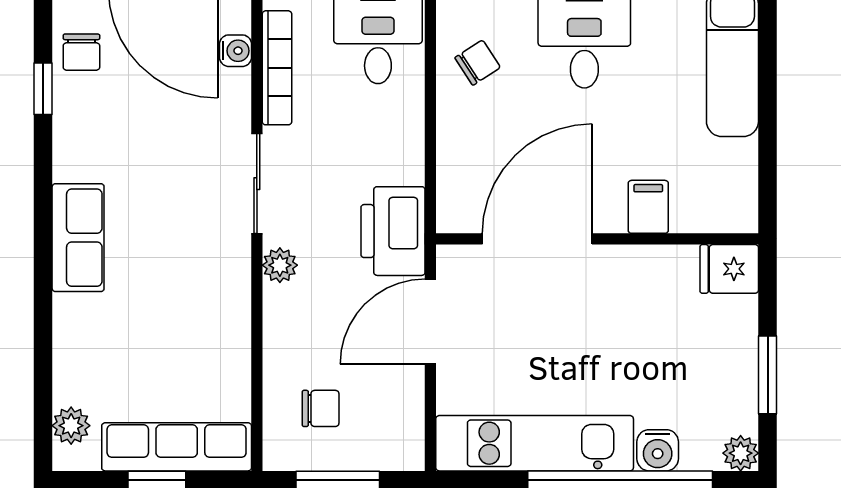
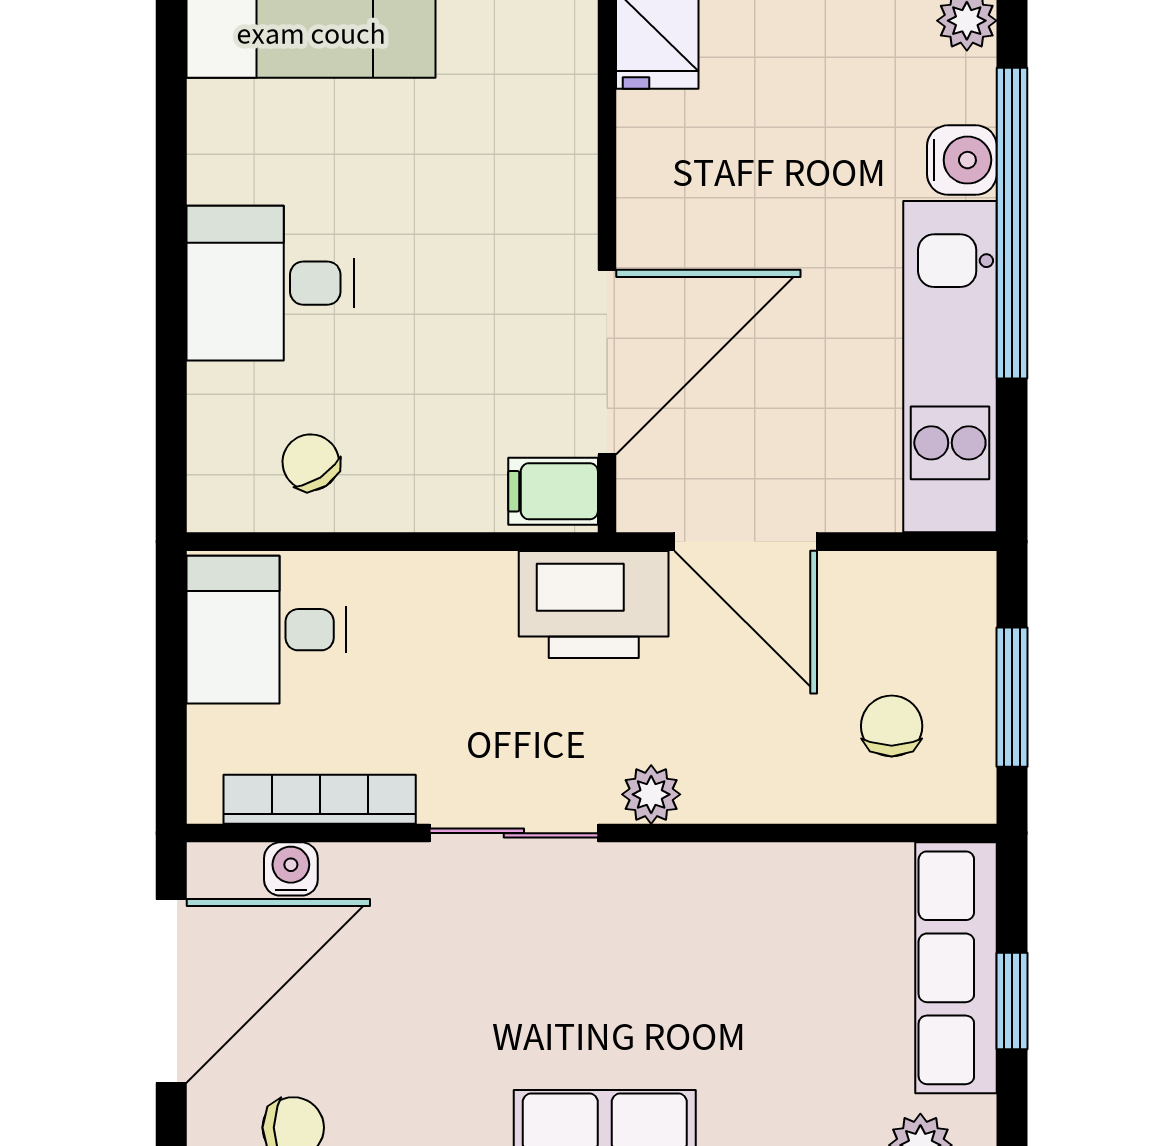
filing cabinet: (648, 207) -> (553, 491), moved
door: (537, 239) -> (607, 362), swing flipped

